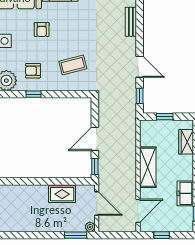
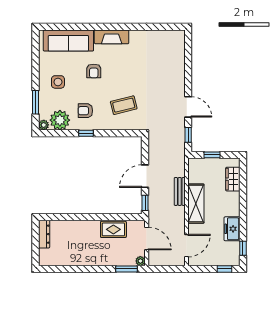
bench: (131, 22) -> (180, 191), moved
window: (162, 235) -> (224, 269), moved

